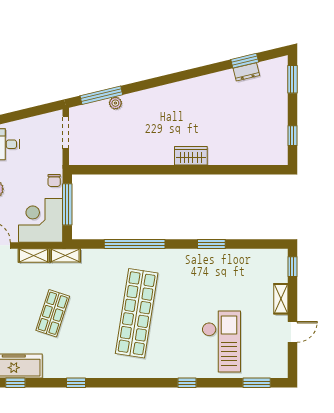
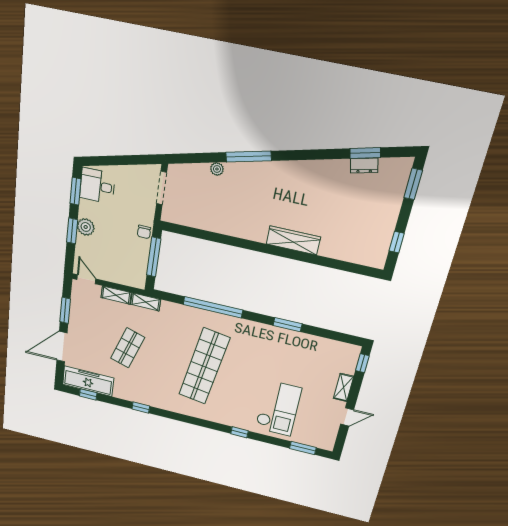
window: (101, 95) -> (248, 156), moved
wardrobe: (191, 156) -> (293, 240), width x1.50
corner desk: (41, 220) -> (126, 266), removed

